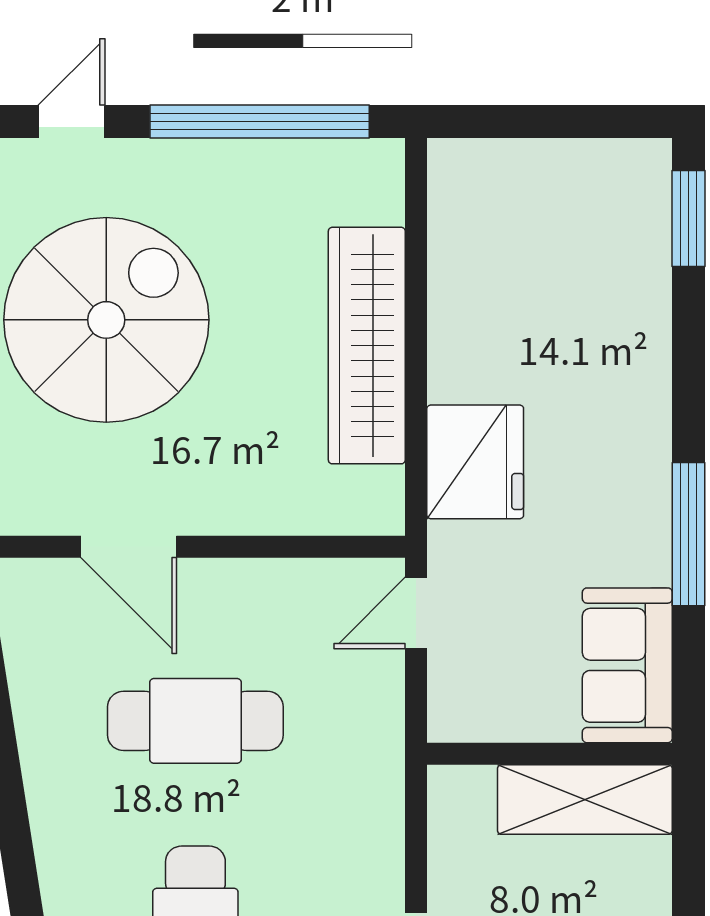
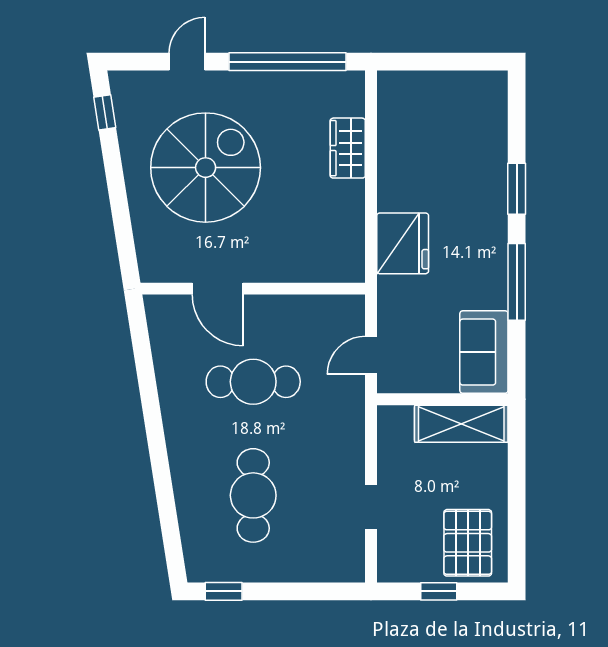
window: (689, 219) -> (517, 189), moved
wardrobe: (367, 346) -> (348, 148), width x0.48, depth x0.85
door: (416, 613) -> (371, 355), moved

